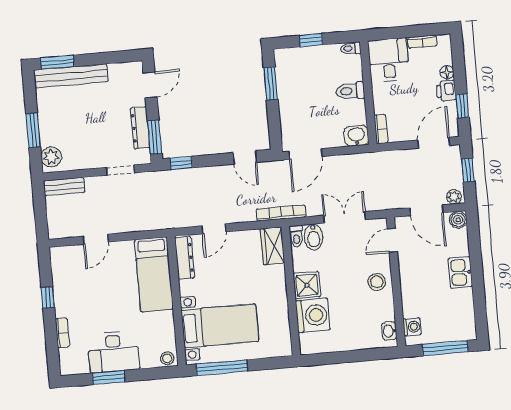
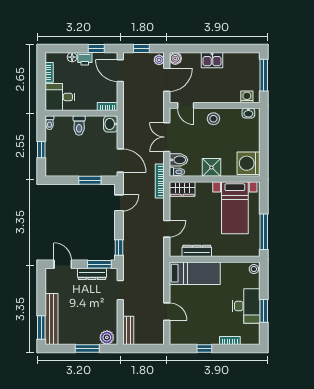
window: (271, 84) -> (90, 180), moved
door: (214, 229) -> (167, 229), hinge flipped
dresser: (185, 258) -> (197, 251), moved
washing machine: (313, 315) -> (248, 163), moved, turned -90
bed with nightstands: (220, 326) -> (235, 208), moved, turned 180

